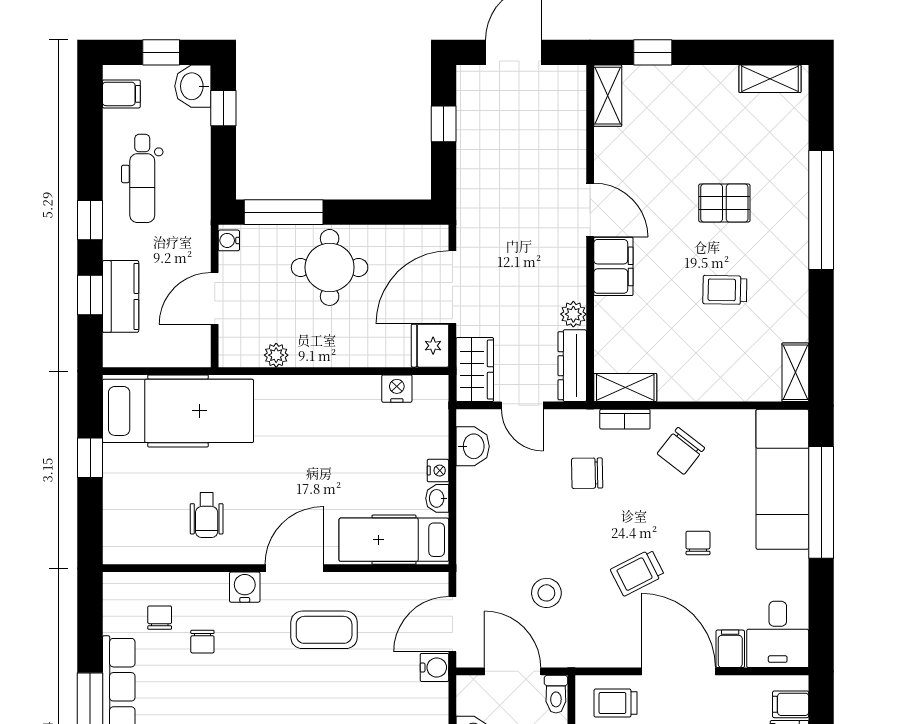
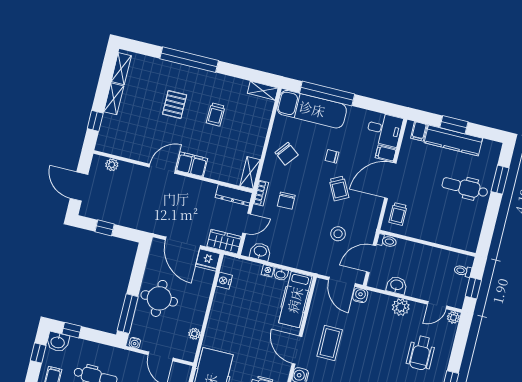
shelving: (608, 96) -> (114, 99), moved, turned 90
plant: (573, 314) -> (112, 165), moved
bookcase: (625, 419) -> (261, 193), moved

